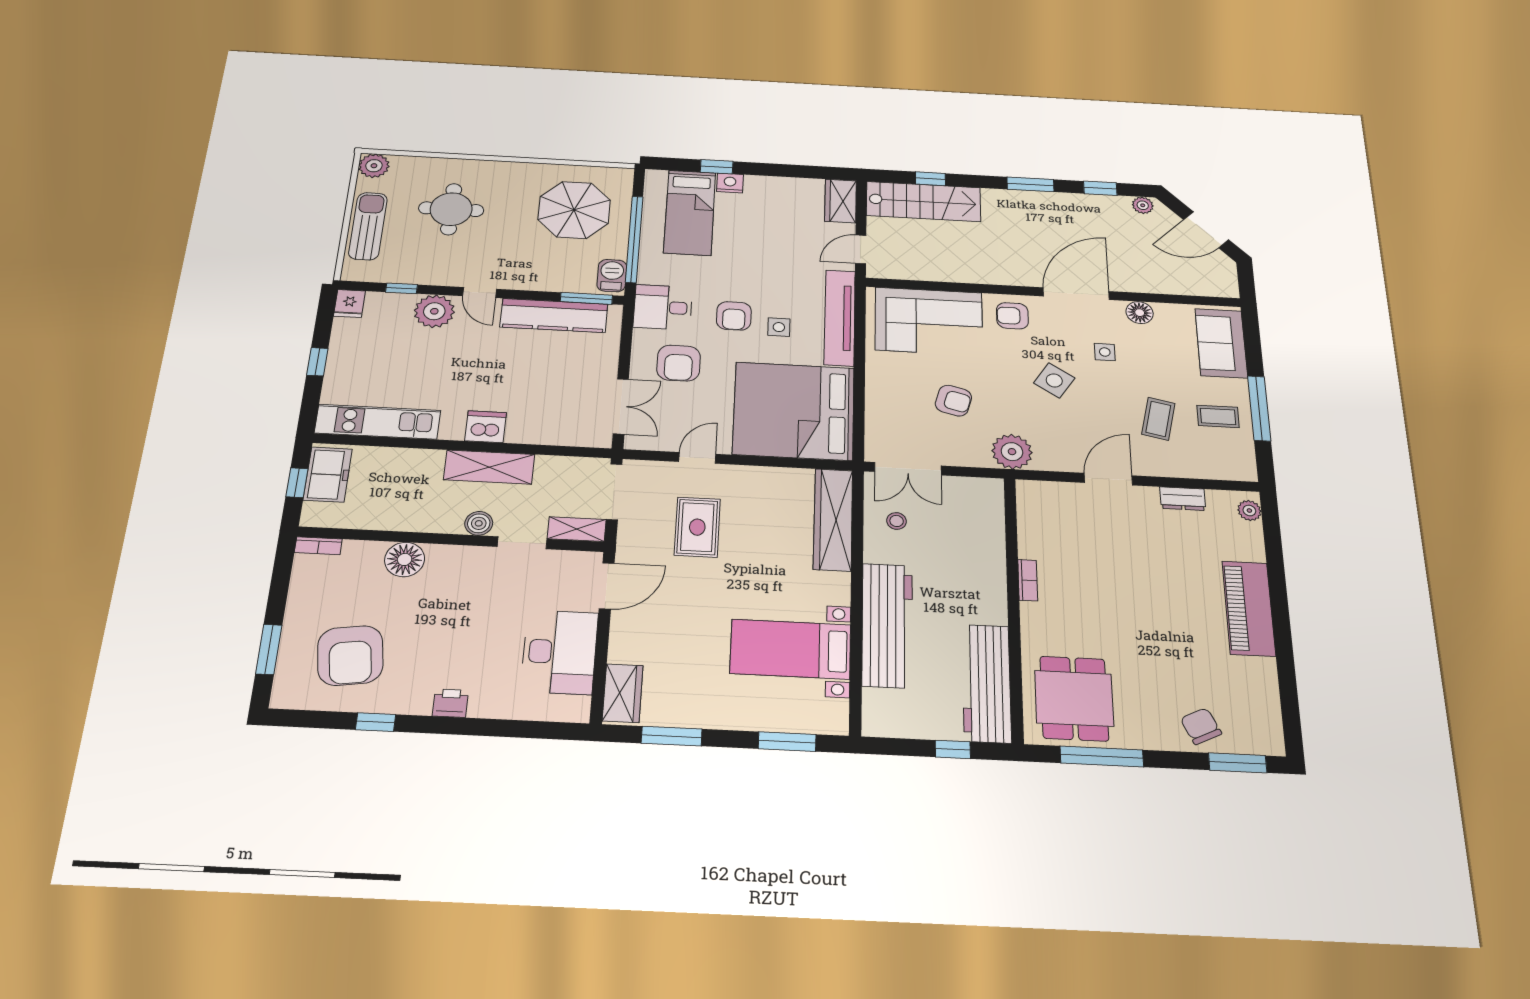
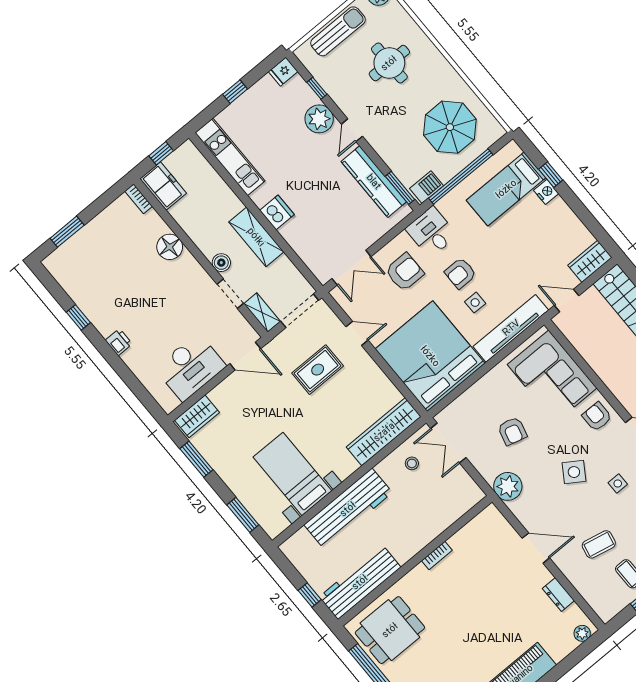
armchair: (679, 363) -> (404, 272), turned 180
freezer: (328, 475) -> (163, 186), moved, turned -90
armchair: (350, 655) -> (99, 272), removed

